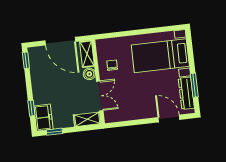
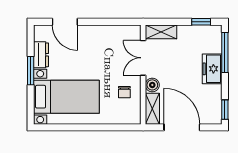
window: (194, 85) -> (31, 71), moved
dresser: (186, 93) -> (41, 55), width x0.70
window: (31, 108) -> (225, 53), width x2.17
freezer: (43, 118) -> (212, 69), moved

